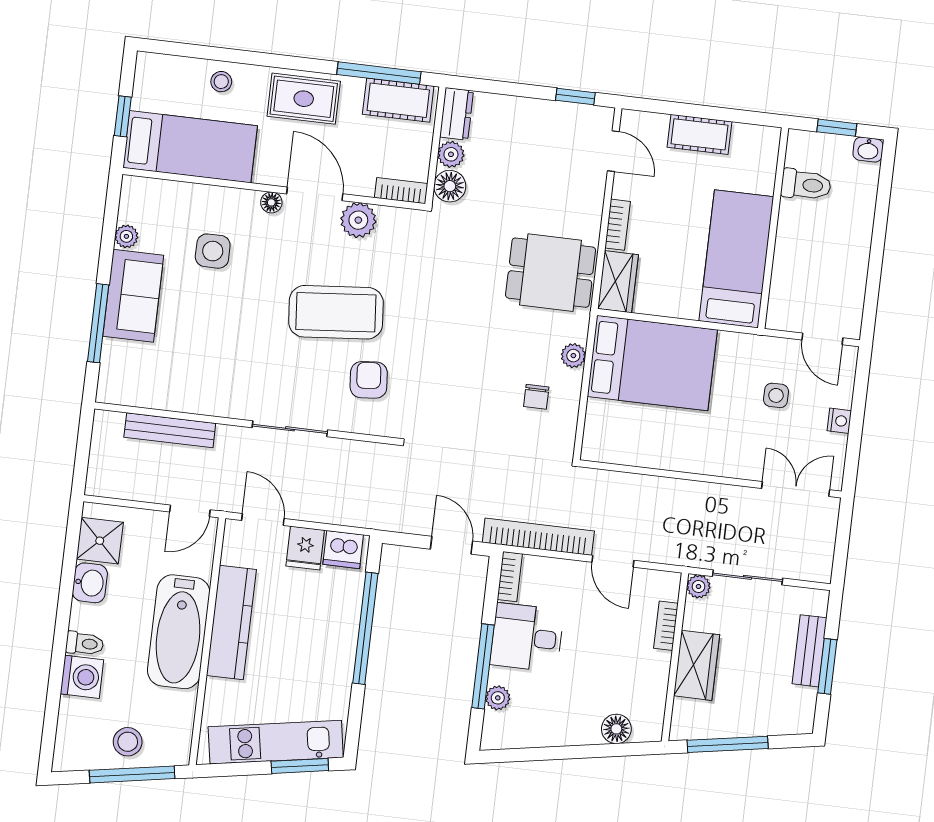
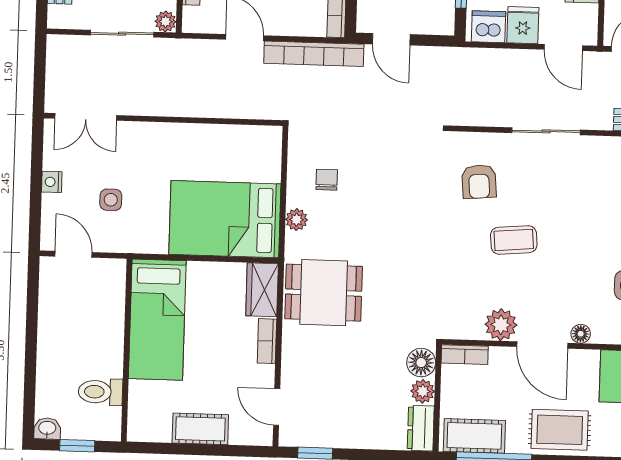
coffee table: (336, 312) -> (514, 240), width x0.54, depth x0.58

